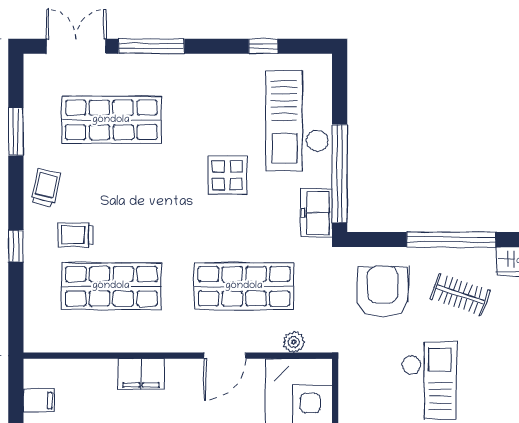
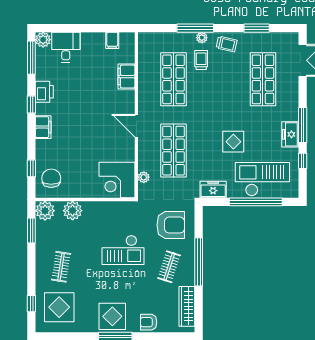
window: (151, 46) -> (303, 125), moved
freezer: (214, 69) -> (290, 134), added
window: (340, 174) -> (256, 202), moved
plant: (34, 234) -> (202, 38), added
window: (16, 246) -> (195, 28), width x2.17
door: (225, 356) -> (136, 126), moved
filing cabinet: (141, 374) -> (126, 77), moved

